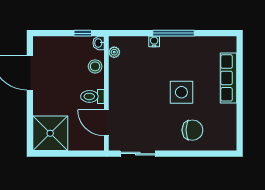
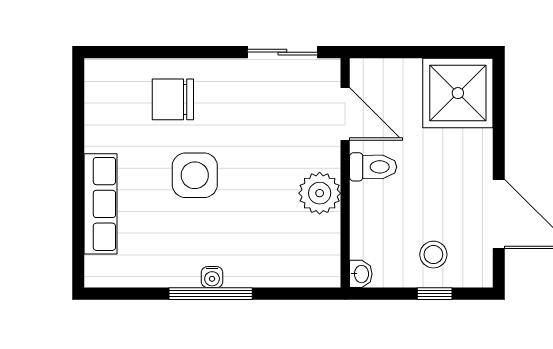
window: (83, 33) -> (435, 294), moved
water cooler: (154, 41) -> (212, 277), moved
plant: (114, 52) -> (320, 193), moved, width x1.88, depth x1.88
stool: (95, 66) -> (433, 255), moved

